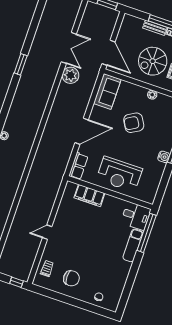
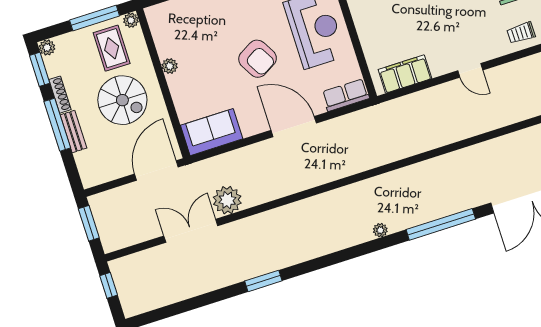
armchair: (134, 123) -> (258, 59), moved
filing cabinet: (89, 195) -> (405, 74), moved, turned -90

